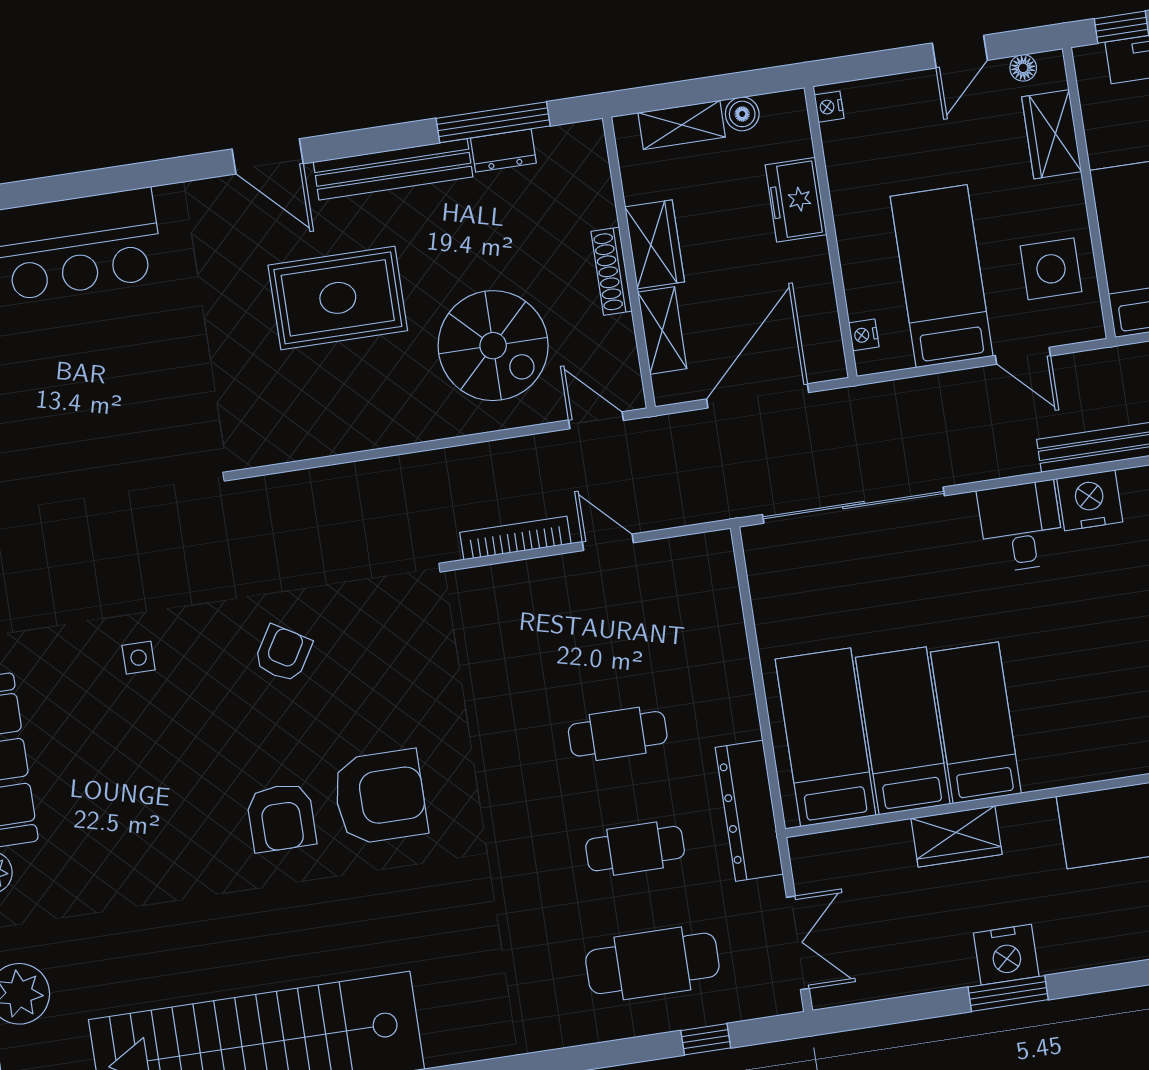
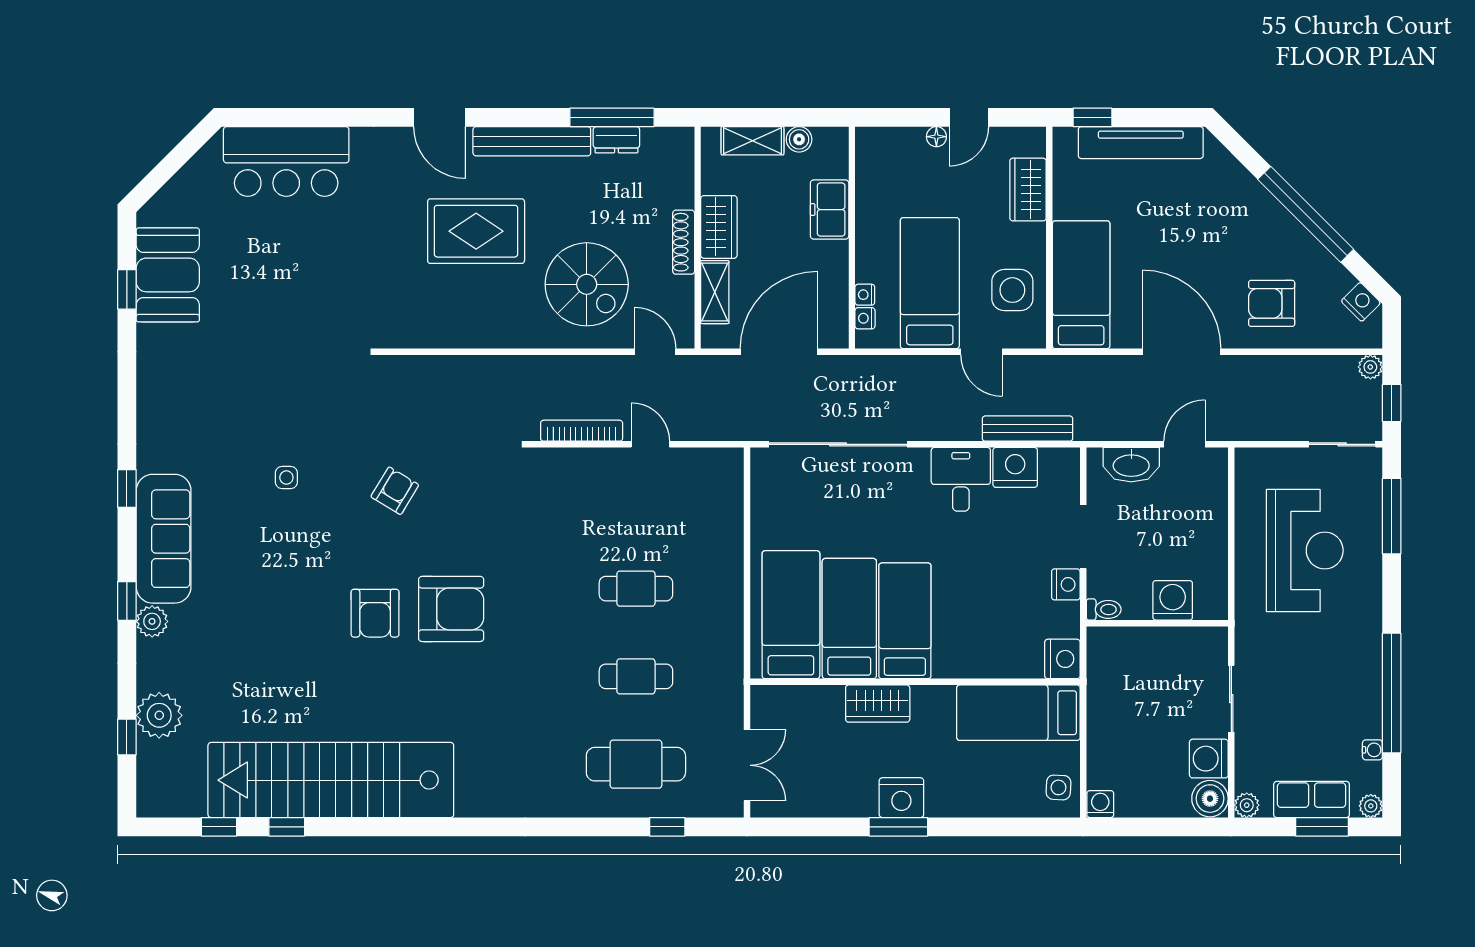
floor lamp: (1023, 68) -> (936, 137), moved
nightstand: (829, 107) -> (865, 295), moved
dresser: (749, 811) -> (726, 661), removed

